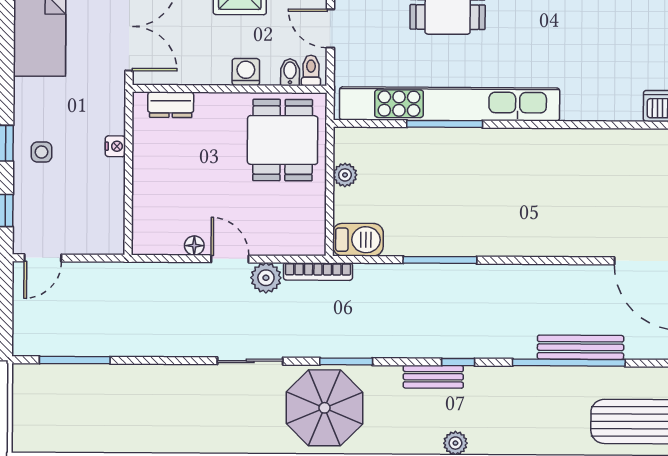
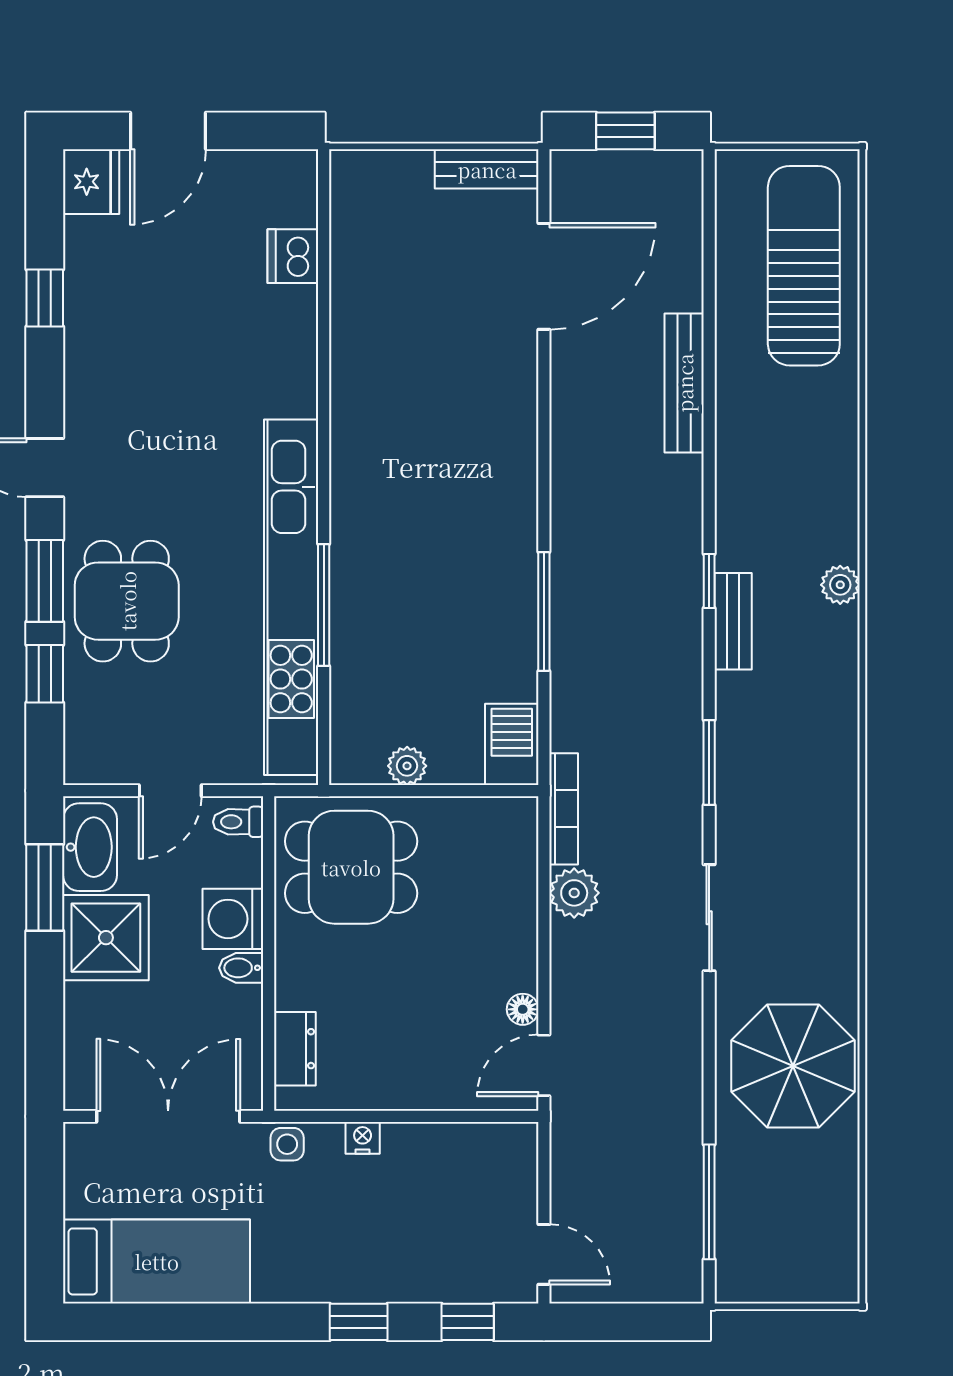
washing machine: (246, 72) -> (233, 919), width x1.38, depth x1.38
bidet: (290, 72) -> (241, 968), moved
side table: (41, 152) -> (287, 1144), moved
door: (230, 259) -> (544, 1065), moved
window: (569, 363) -> (709, 402), removed
parasol: (325, 408) -> (793, 1066), moved

